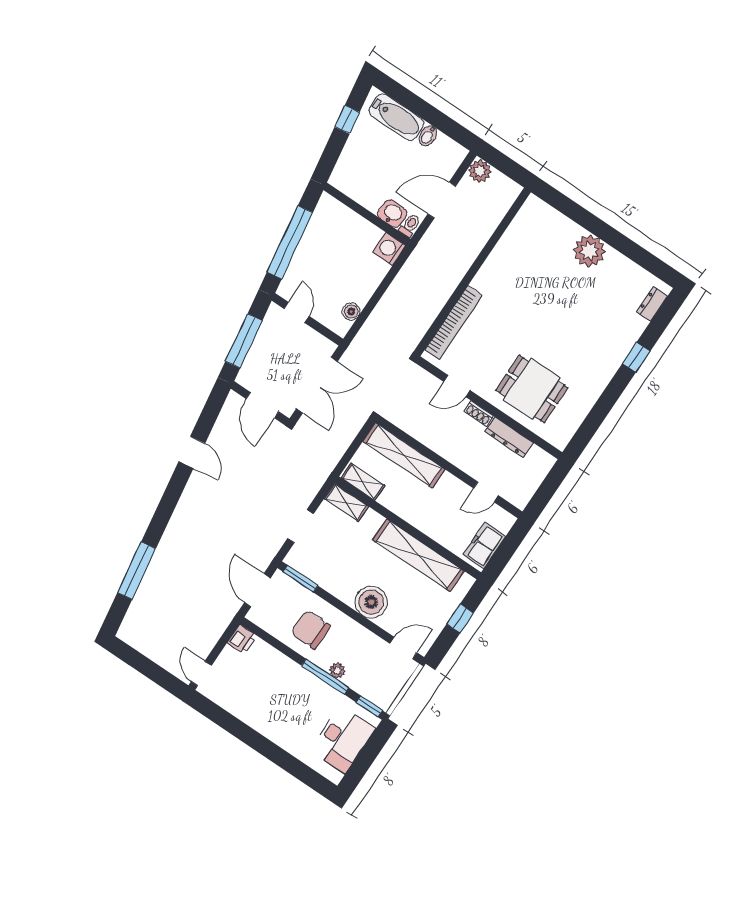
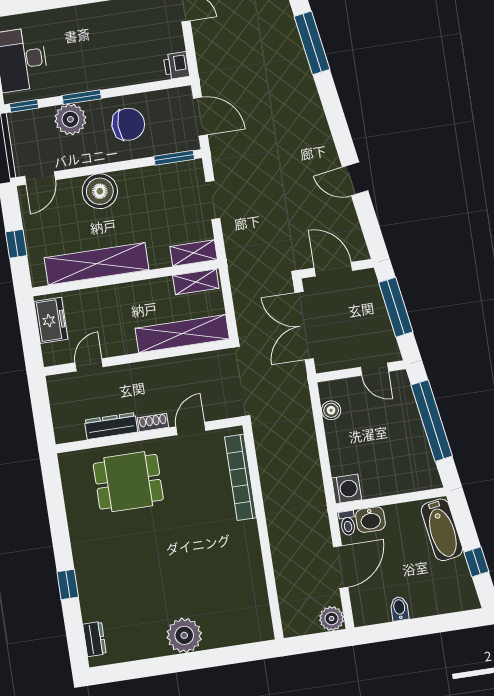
bathtub: (396, 117) -> (442, 530), moved, turned -99
plant: (337, 671) -> (70, 119), width x1.88, depth x1.88
window: (325, 677) -> (82, 97), width x0.69

